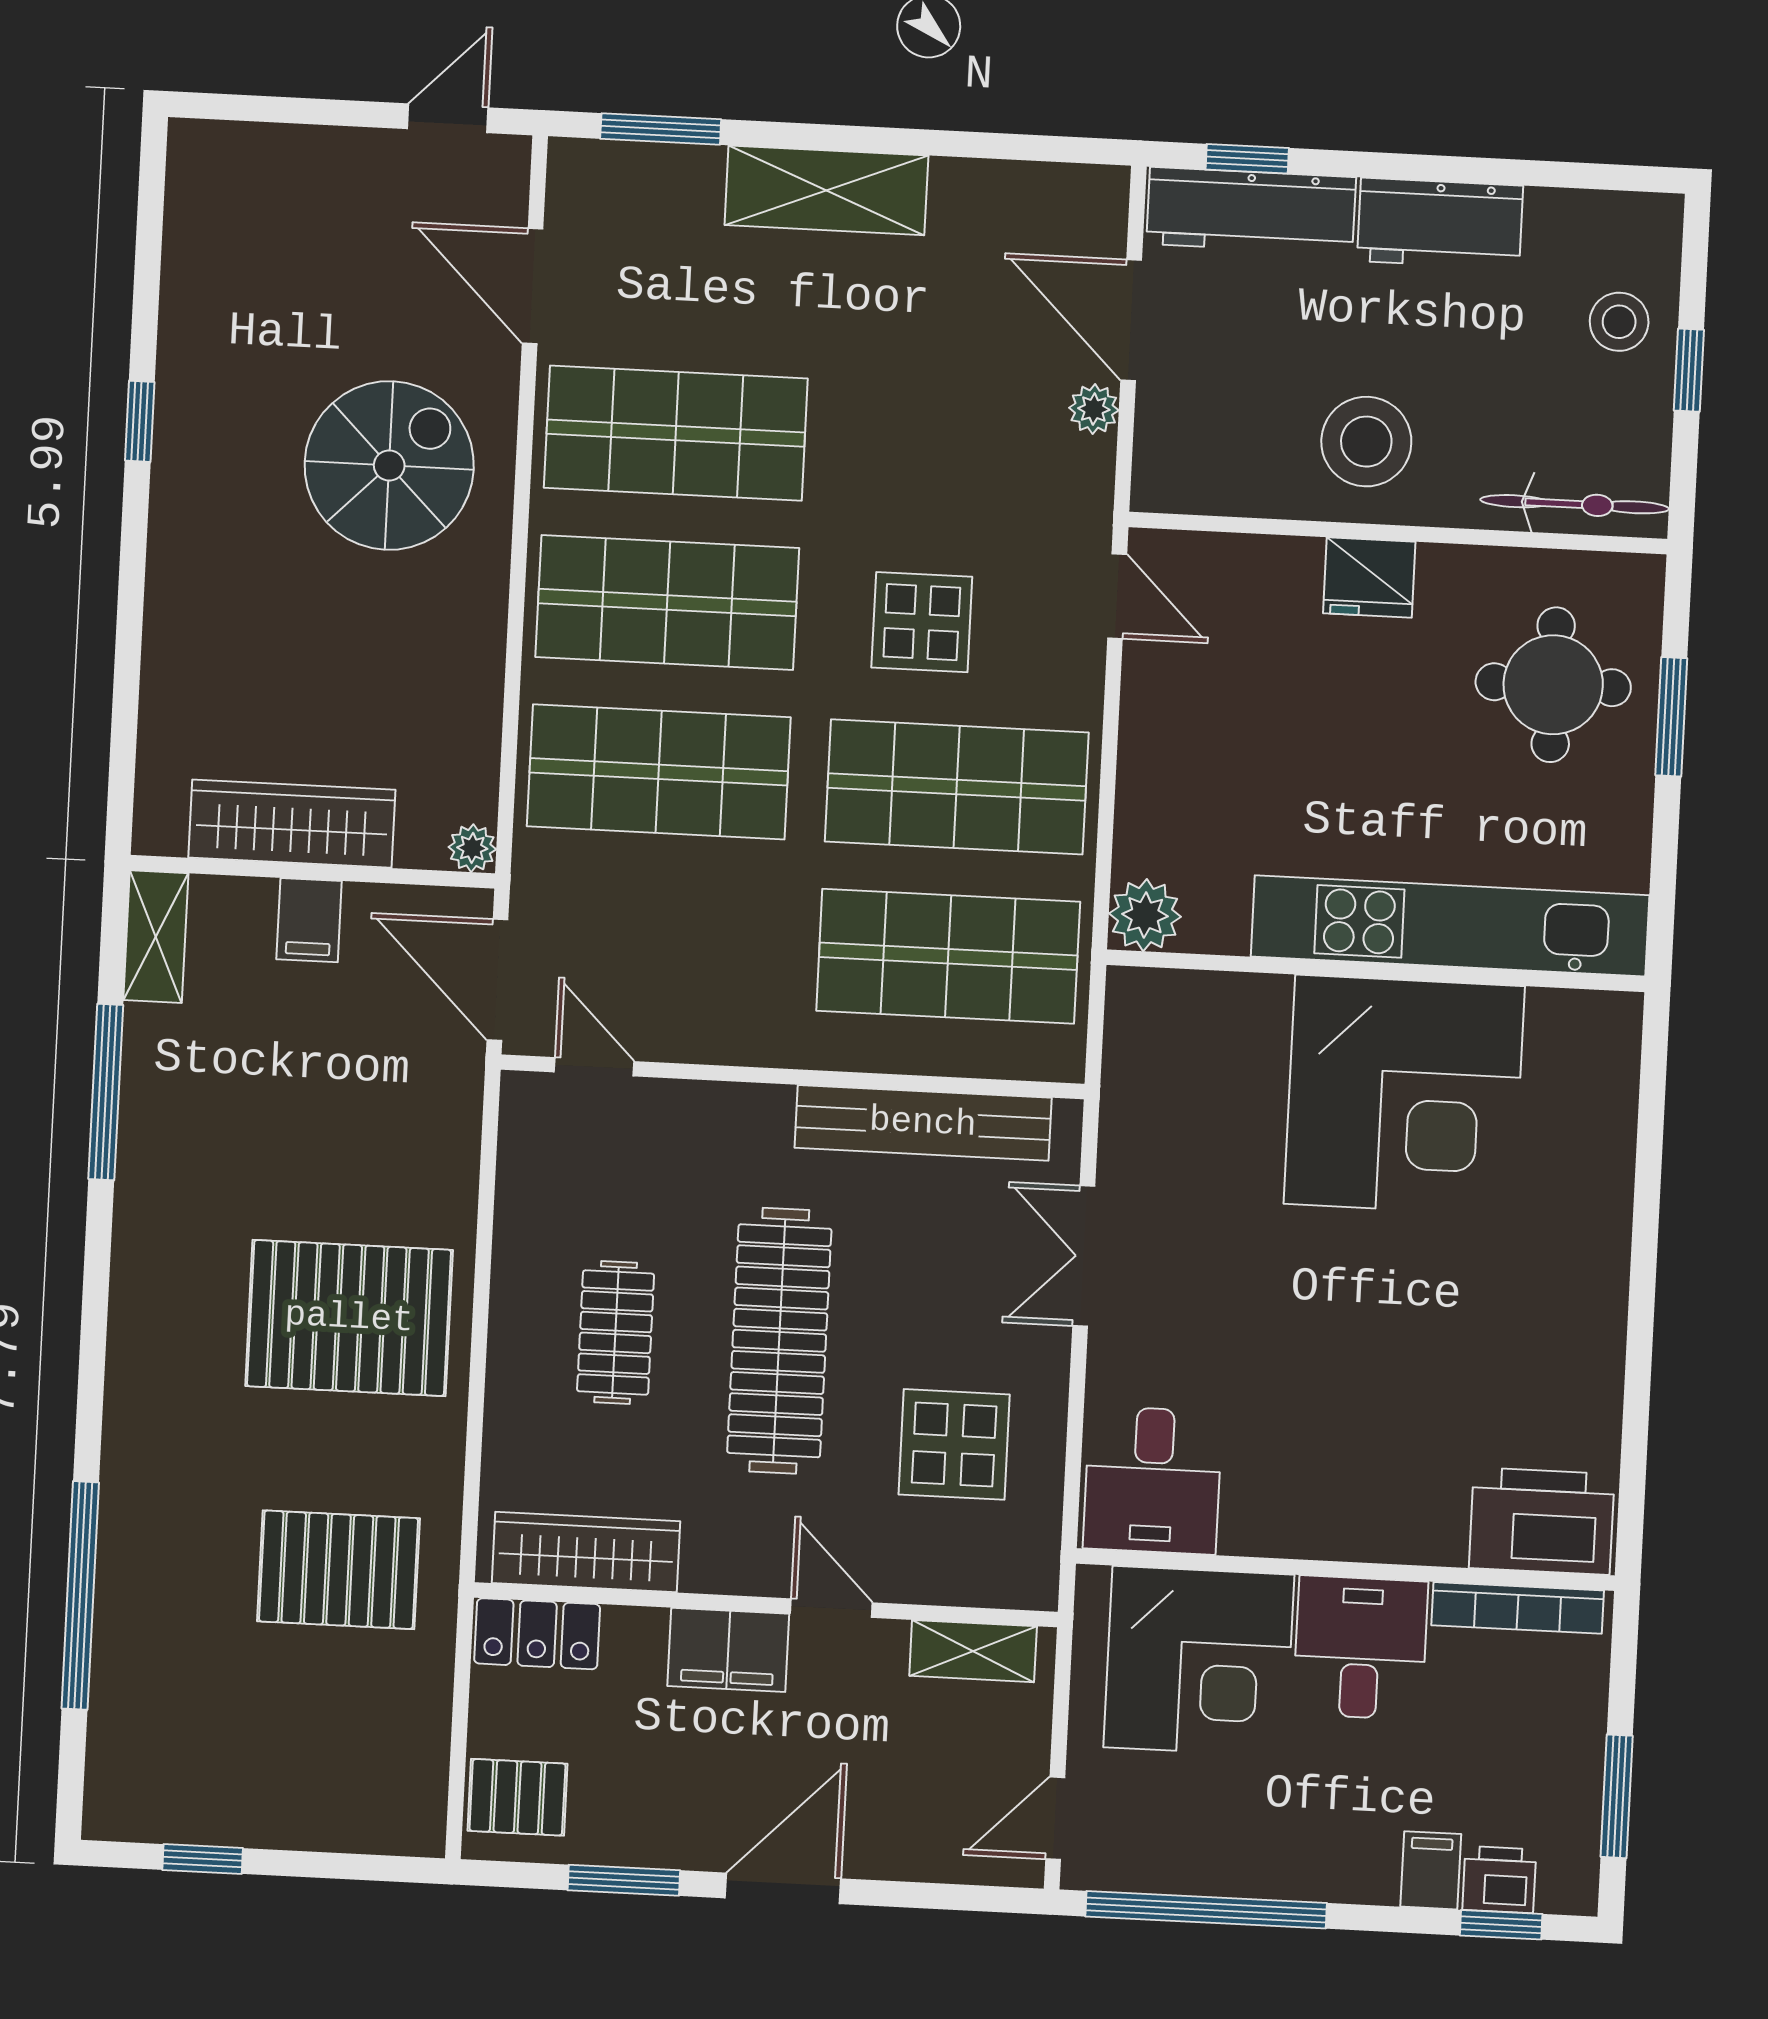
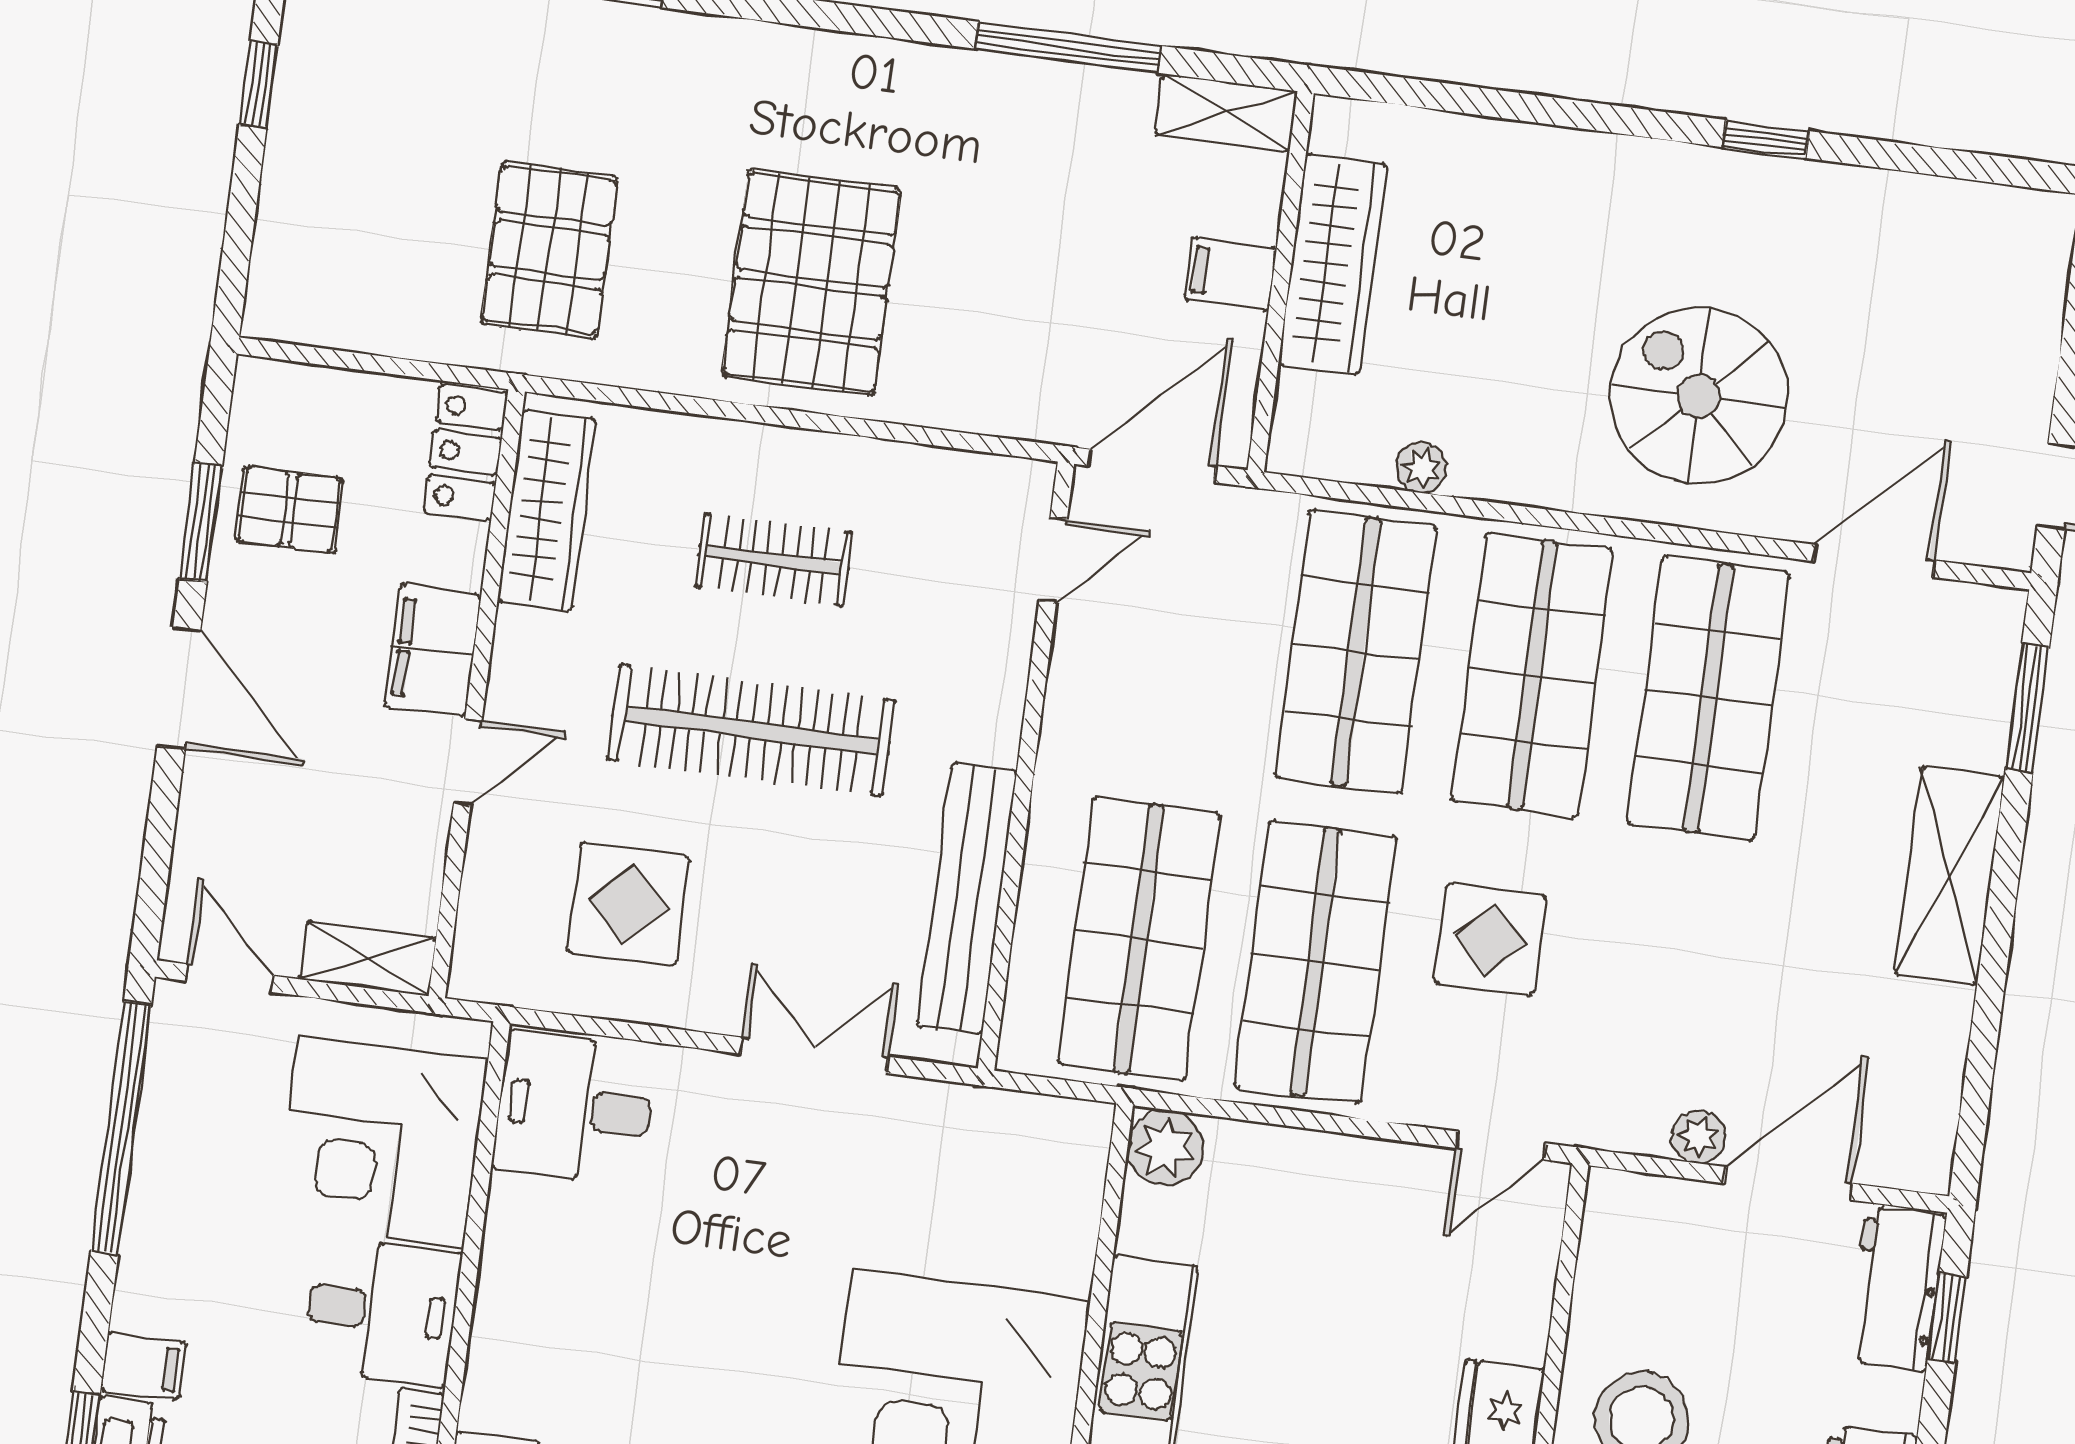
workbench: (1251, 211) -> (1896, 1289), width x0.73
spiral stairs: (389, 466) -> (1699, 396), turned 180
plant: (472, 848) -> (1421, 468), moved
shelving: (973, 1651) -> (368, 959), moved, turned 90
pallet: (517, 1797) -> (289, 510), moved, turned 90

